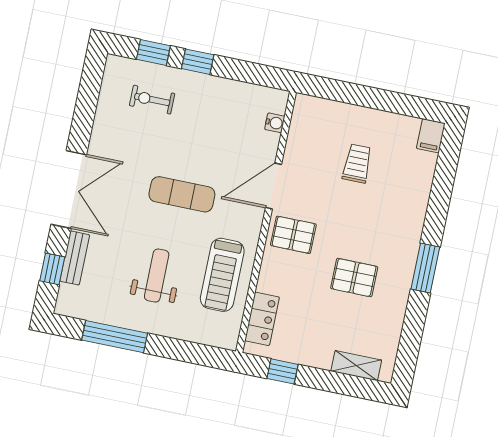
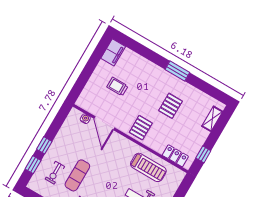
filing cabinet: (431, 136) -> (113, 52), width x2.00
door: (274, 186) -> (104, 123), moved
exercise mat: (182, 194) -> (77, 175), moved

